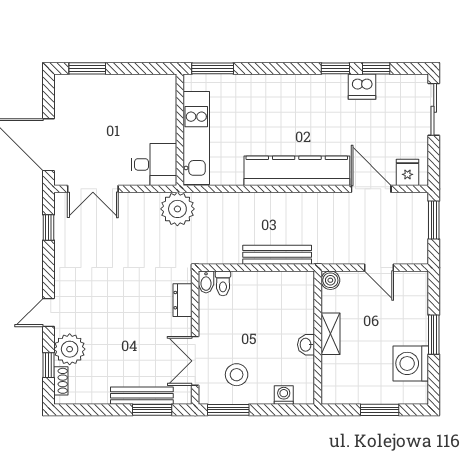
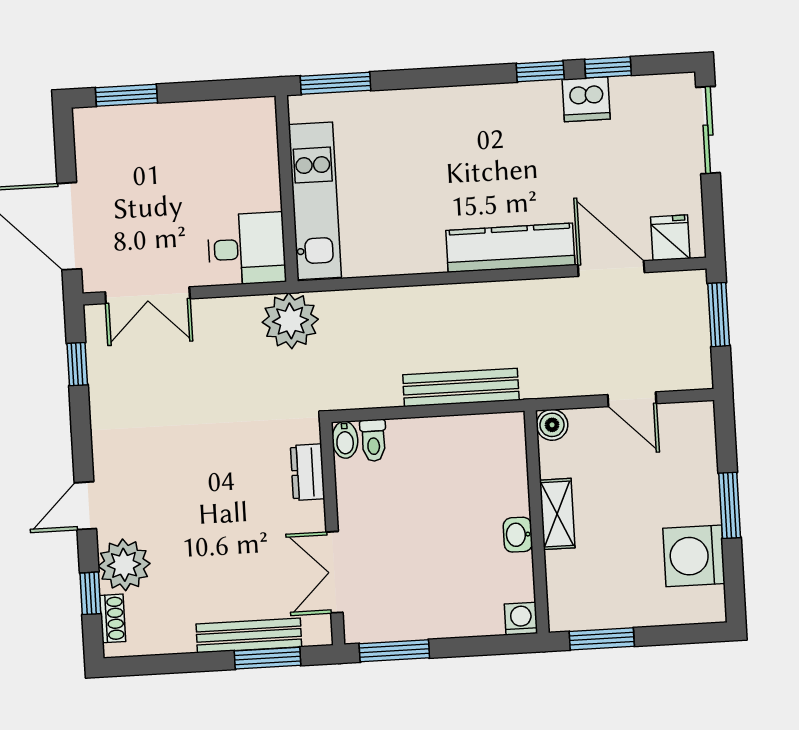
kitchen counter: (297, 171) -> (510, 248), width x0.72, depth x0.86
stool: (237, 375) -> (405, 591), removed
washing machine: (284, 395) -> (521, 619), moved
window: (380, 410) -> (602, 639), moved

